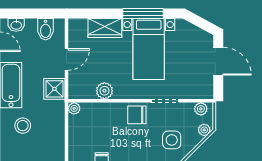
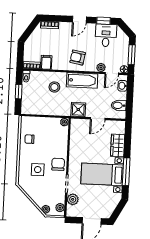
door: (66, 59) -> (98, 119), hinge flipped
plant: (104, 91) -> (73, 199), moved
side table: (172, 140) -> (38, 170), moved

